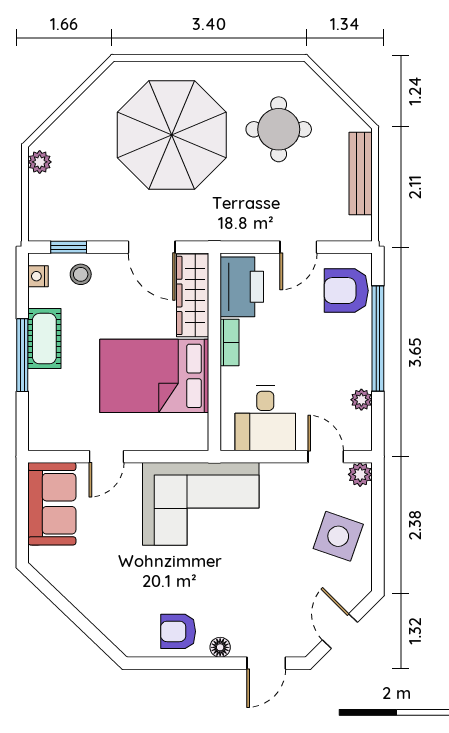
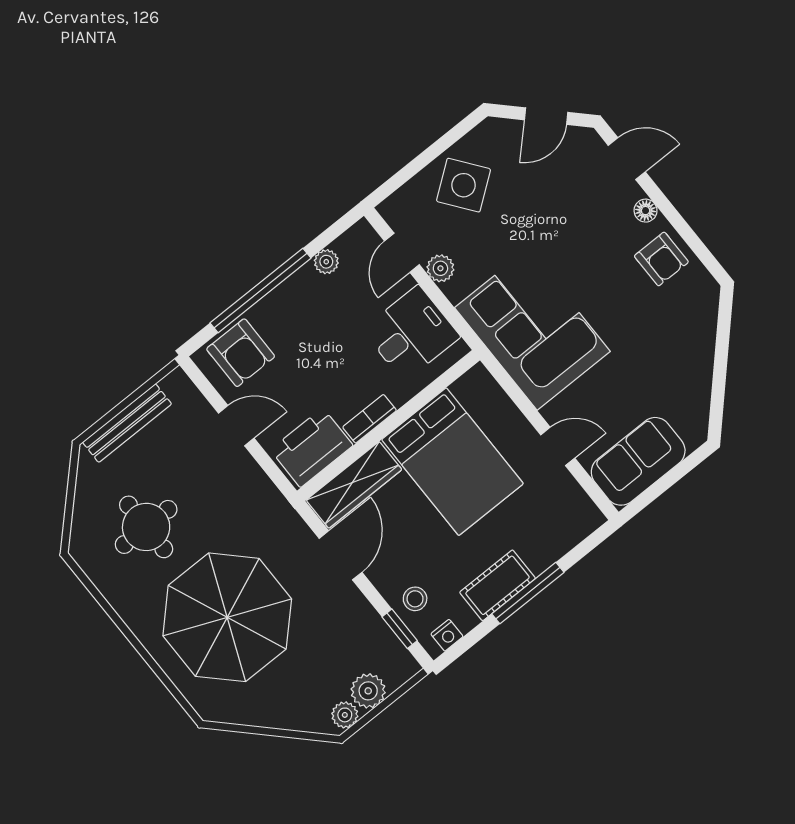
plant: (43, 191) -> (368, 691), added
plant: (360, 474) -> (440, 268), moved
side table: (338, 536) -> (463, 185), turned 34

